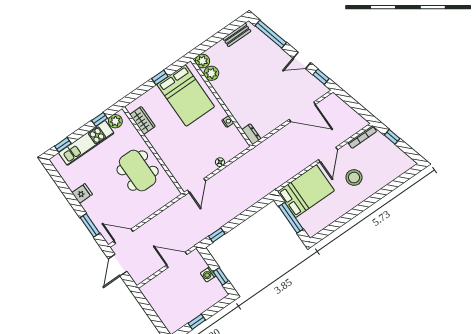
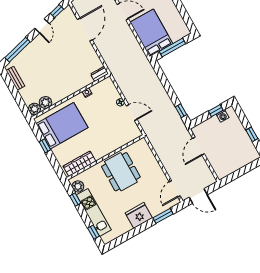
wardrobe: (142, 120) -> (79, 164), width x1.50
dining table: (138, 171) -> (121, 172), turned 90
door: (196, 185) -> (132, 113), moved
fridge: (82, 193) -> (139, 215), width x1.88, depth x1.34
washing machine: (208, 274) -> (223, 116), moved

